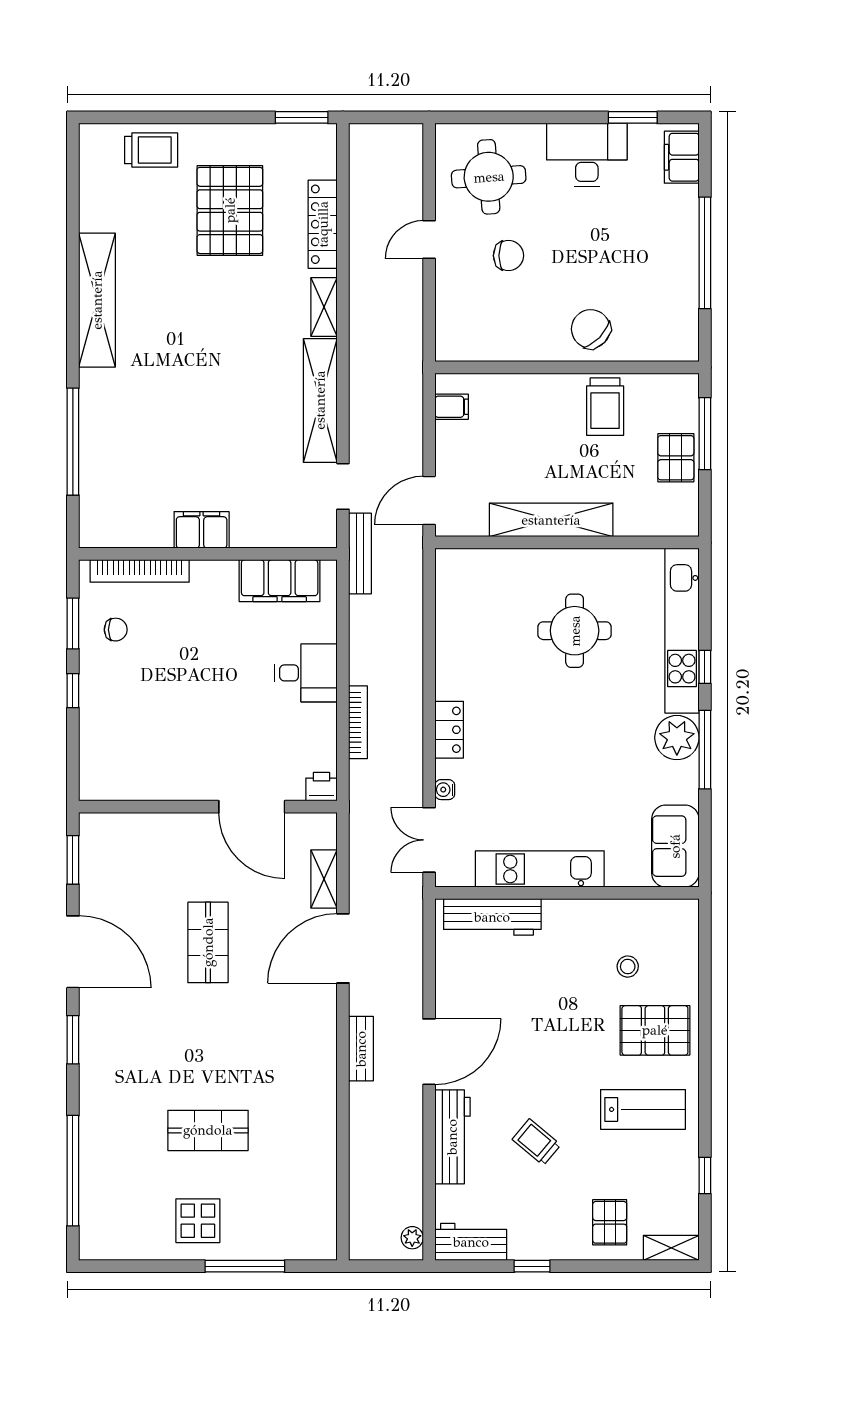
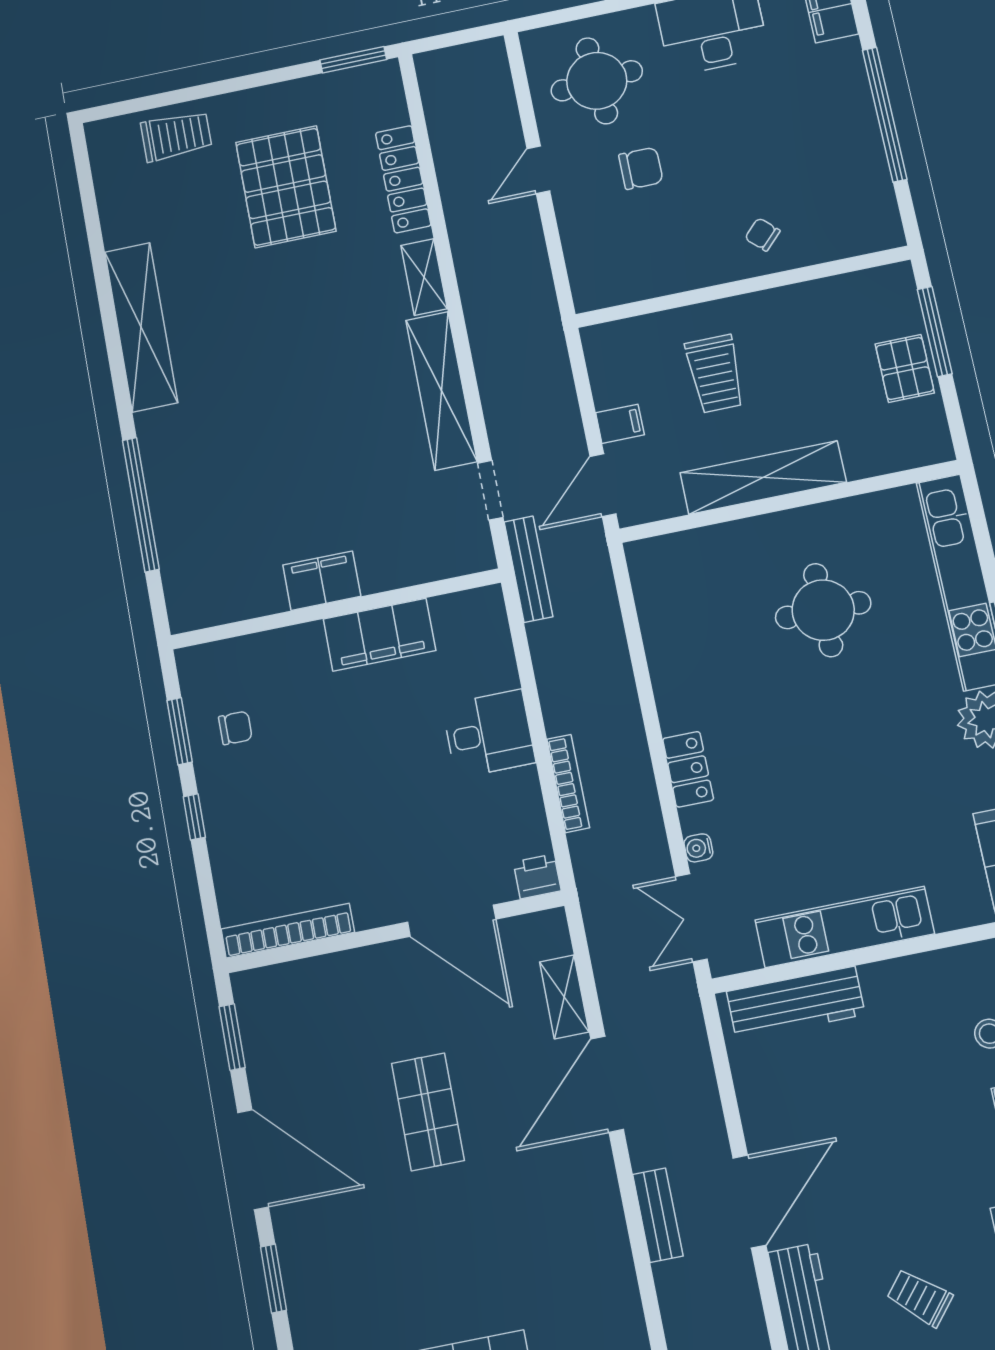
chair: (591, 329) -> (762, 234), width x0.54, depth x0.54
filing cabinet: (452, 407) -> (620, 424), moved
trolley: (605, 407) -> (715, 374), moved
bookcase: (140, 571) -> (288, 931), moved, turned 180
filing cabinet: (280, 581) -> (379, 635), moved

